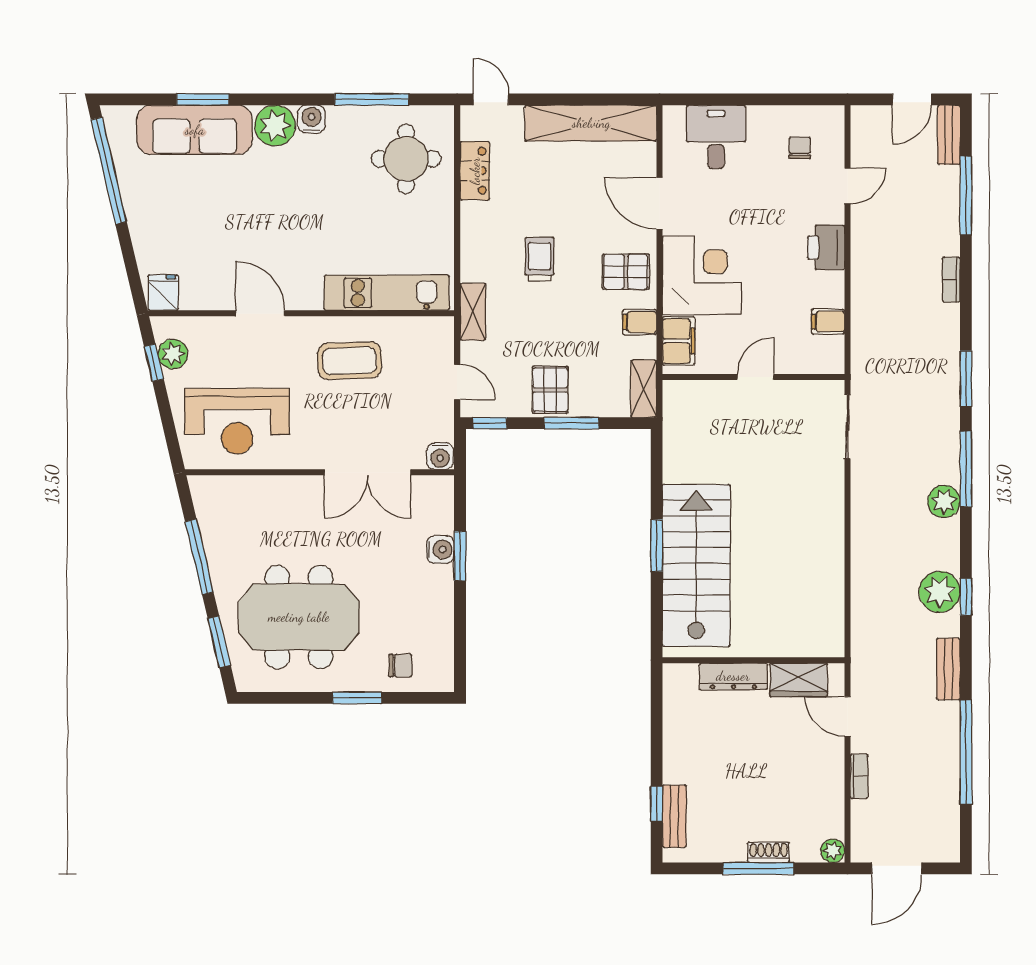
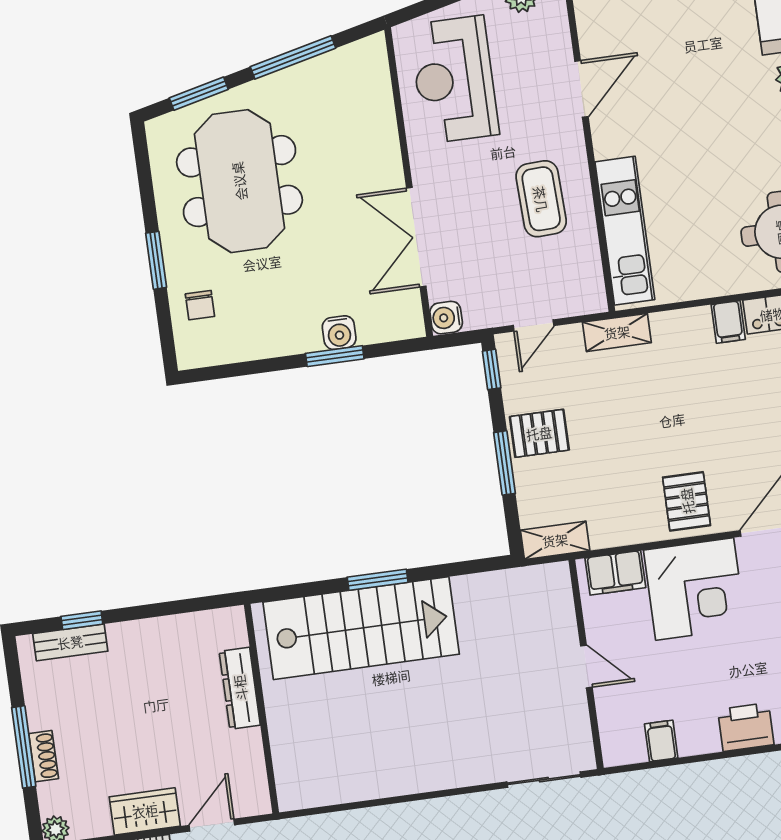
trolley: (540, 259) -> (687, 401), removed
filing cabinet: (640, 322) -> (728, 322), moved, turned 180
wardrobe: (799, 680) -> (145, 811), moved, turned 90

